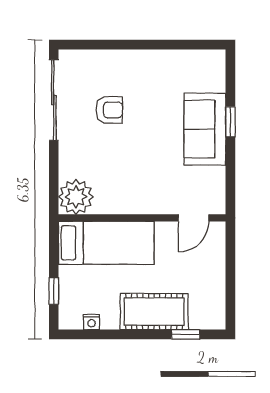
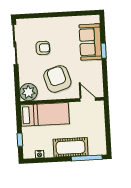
sofa: (205, 129) -> (90, 42), moved
armchair: (135, 174) -> (57, 79), added
door: (194, 218) -> (88, 100), swing flipped
window: (185, 334) -> (87, 158), width x2.17

